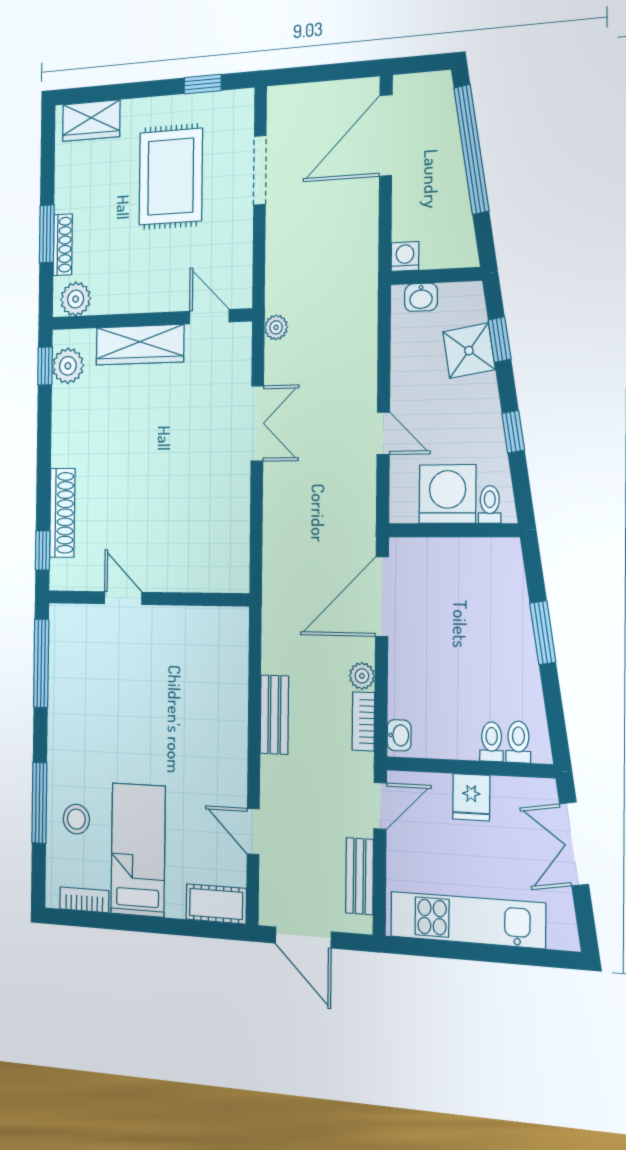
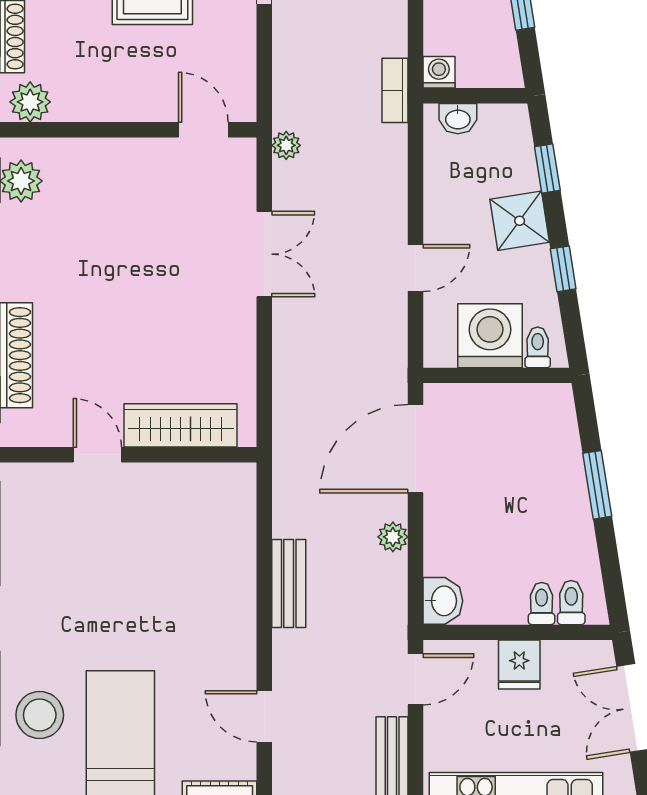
wardrobe: (140, 345) -> (181, 425), moved, turned 180
shower: (469, 351) -> (520, 221), moved
door: (383, 433) -> (415, 268), hinge flipped
bookcase: (363, 721) -> (395, 90), moved
washbasin: (399, 735) -> (443, 601), width x1.38, depth x1.45
stool: (76, 819) -> (40, 715), width x1.38, depth x1.38

